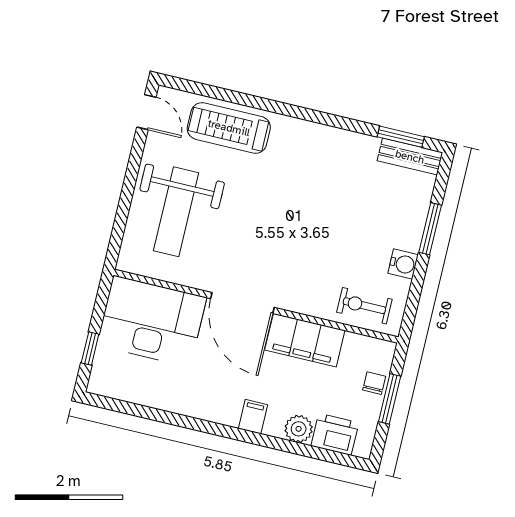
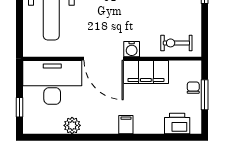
water cooler: (403, 264) -> (132, 49), moved, turned 90
plant: (299, 429) -> (72, 125), moved

